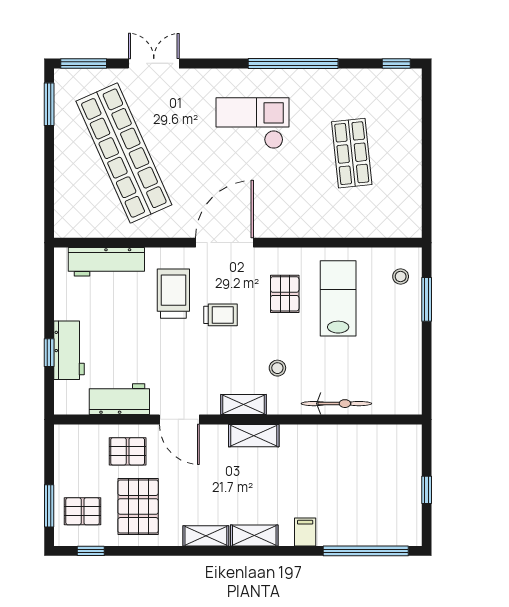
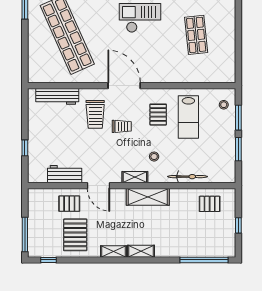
door: (224, 243) -> (124, 86), hinge flipped
trolley: (173, 294) -> (95, 114), turned 180
lab bench: (338, 298) -> (188, 117), turned 180
workbench: (69, 350) -> (36, 146), removed
window: (427, 355) -> (238, 149), added
shelving: (254, 436) -> (148, 197), width x1.50, depth x1.33
window: (49, 506) -> (25, 234), width x1.44
pallet: (83, 511) -> (210, 204), moved
filing cabinet: (305, 532) -> (170, 249), removed

